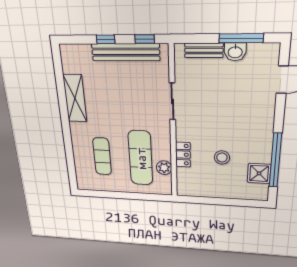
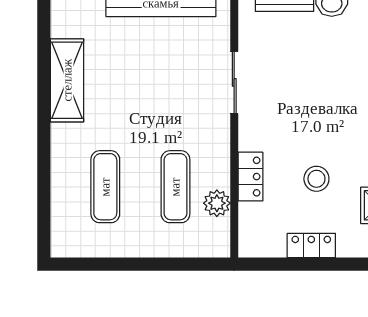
exercise mat: (141, 158) -> (175, 187), width x0.73, depth x0.69
locker: (218, 192) -> (311, 246), added

